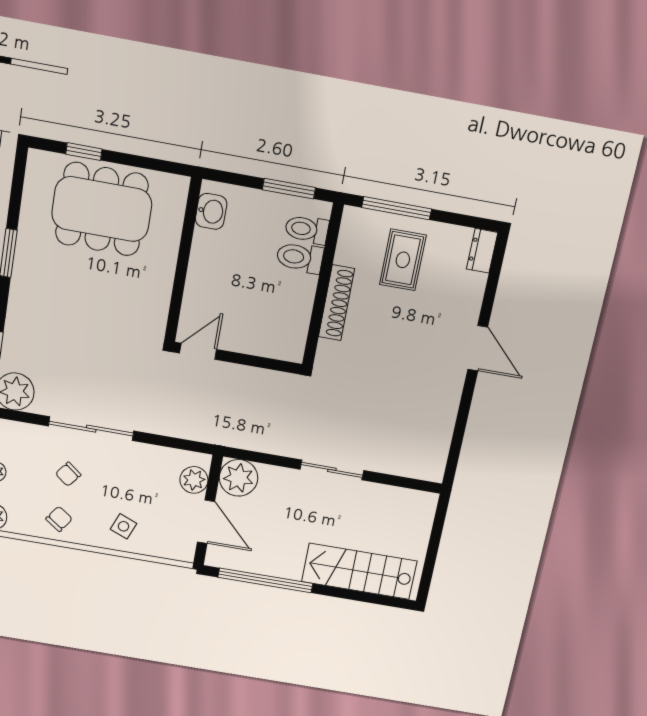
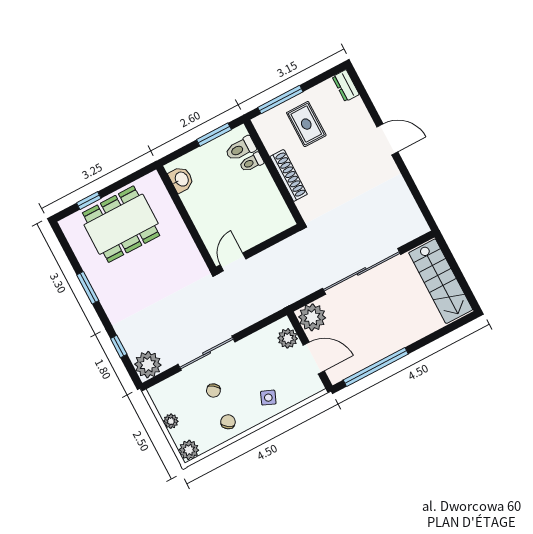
toilet: (300, 258) -> (252, 162), width x0.73, depth x0.72
sliding door: (332, 470) -> (362, 271), width x1.86
stairs: (359, 571) -> (441, 281), moved, turned -90

